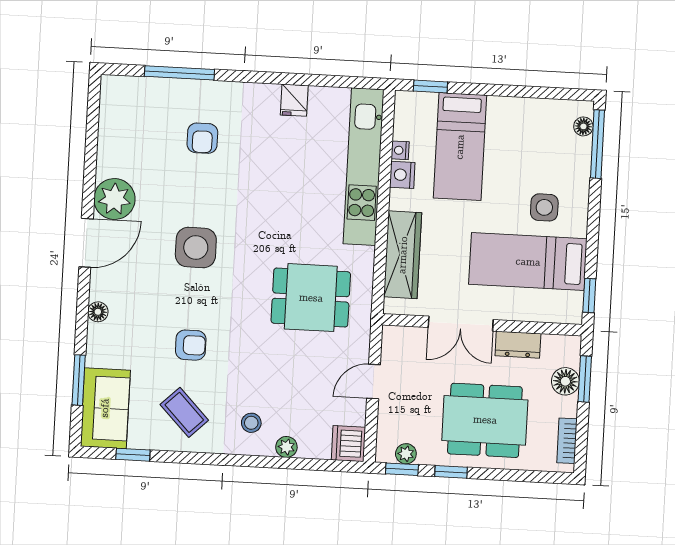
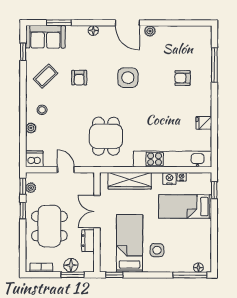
plant: (114, 199) -> (150, 31), width x0.53, depth x0.53

